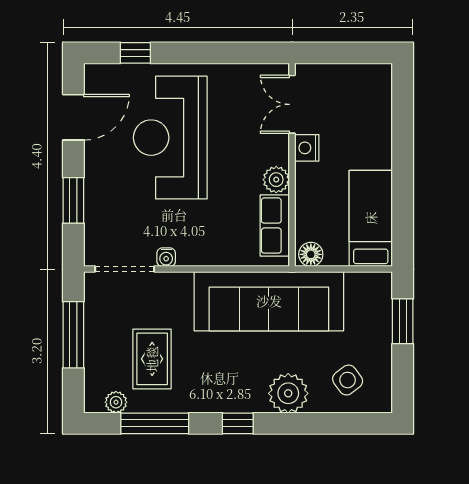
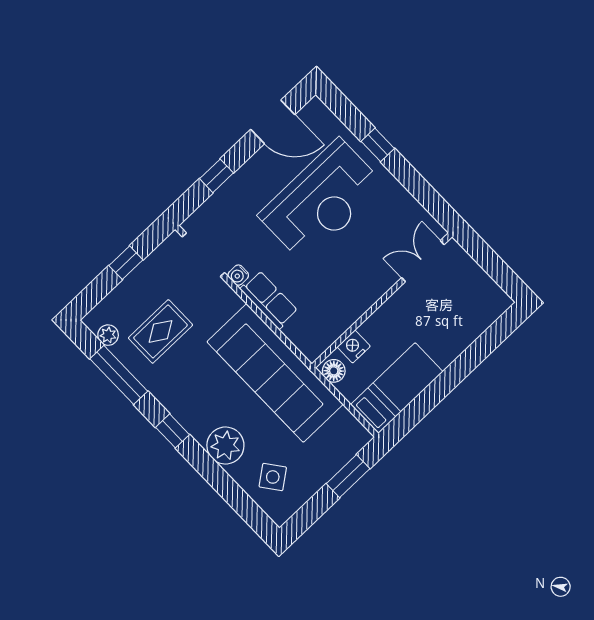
window: (135, 53) -> (378, 145), moved
reception desk: (170, 138) -> (322, 201), turned 180
nightstand: (307, 148) -> (354, 347), moved
plant: (276, 180) -> (362, 299), removed
window: (73, 200) -> (217, 176), width x0.67
row of seats: (275, 226) -> (269, 300), moved, turned 90
window: (73, 335) -> (126, 263), width x0.46

